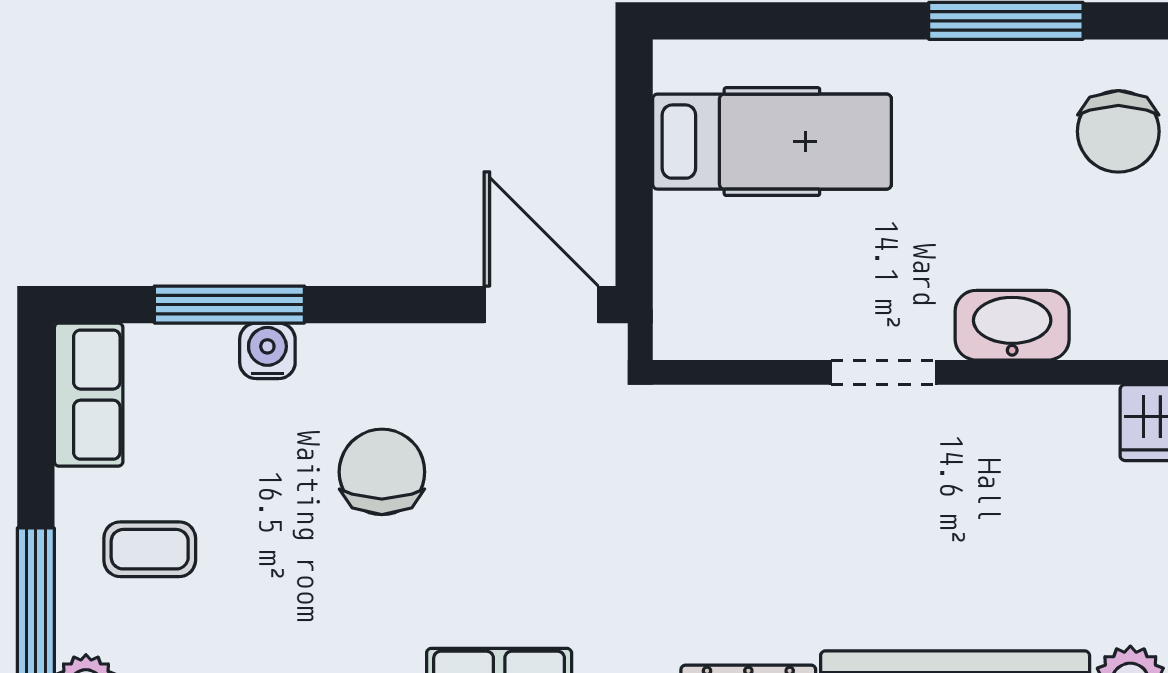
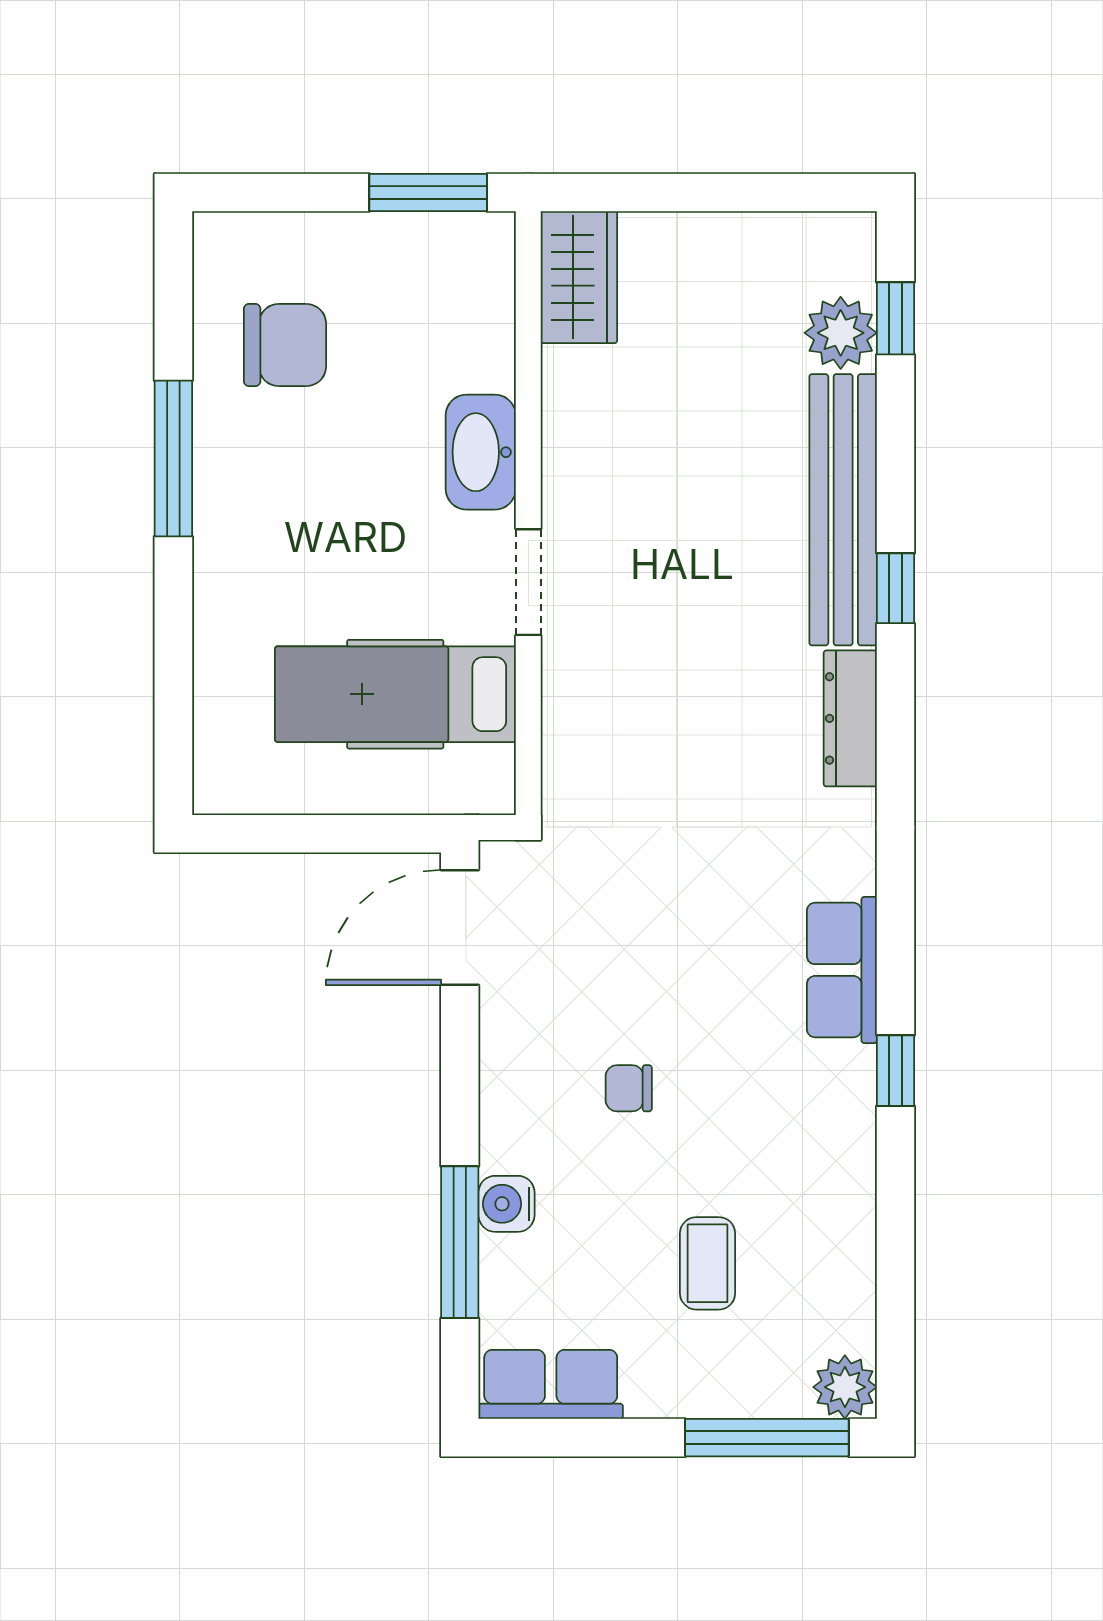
hospital bed: (772, 142) -> (395, 694), moved, turned -90
chair: (382, 472) -> (629, 1088), width x0.54, depth x0.54
coffee table: (150, 549) -> (708, 1263), moved

